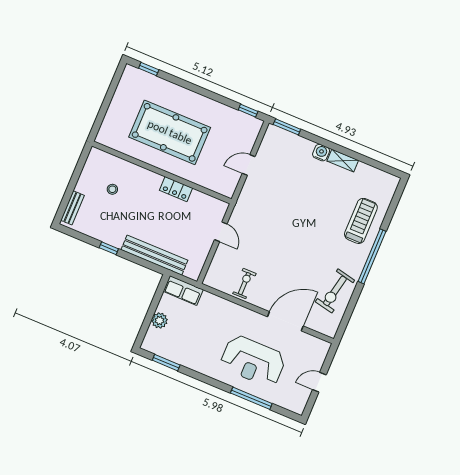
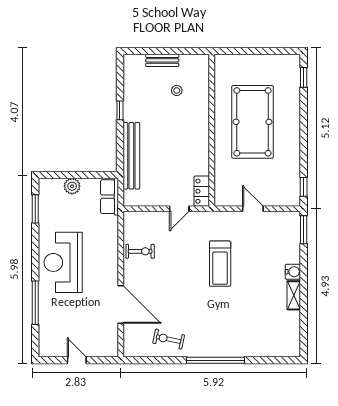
locker: (176, 189) -> (202, 191), moved
bench: (72, 208) -> (162, 60), moved
treadmill: (361, 221) -> (220, 264), moved, turned 90
exercise bike: (335, 291) -> (169, 339), width x0.73, depth x0.72
reception desk: (253, 361) -> (63, 262), moved

